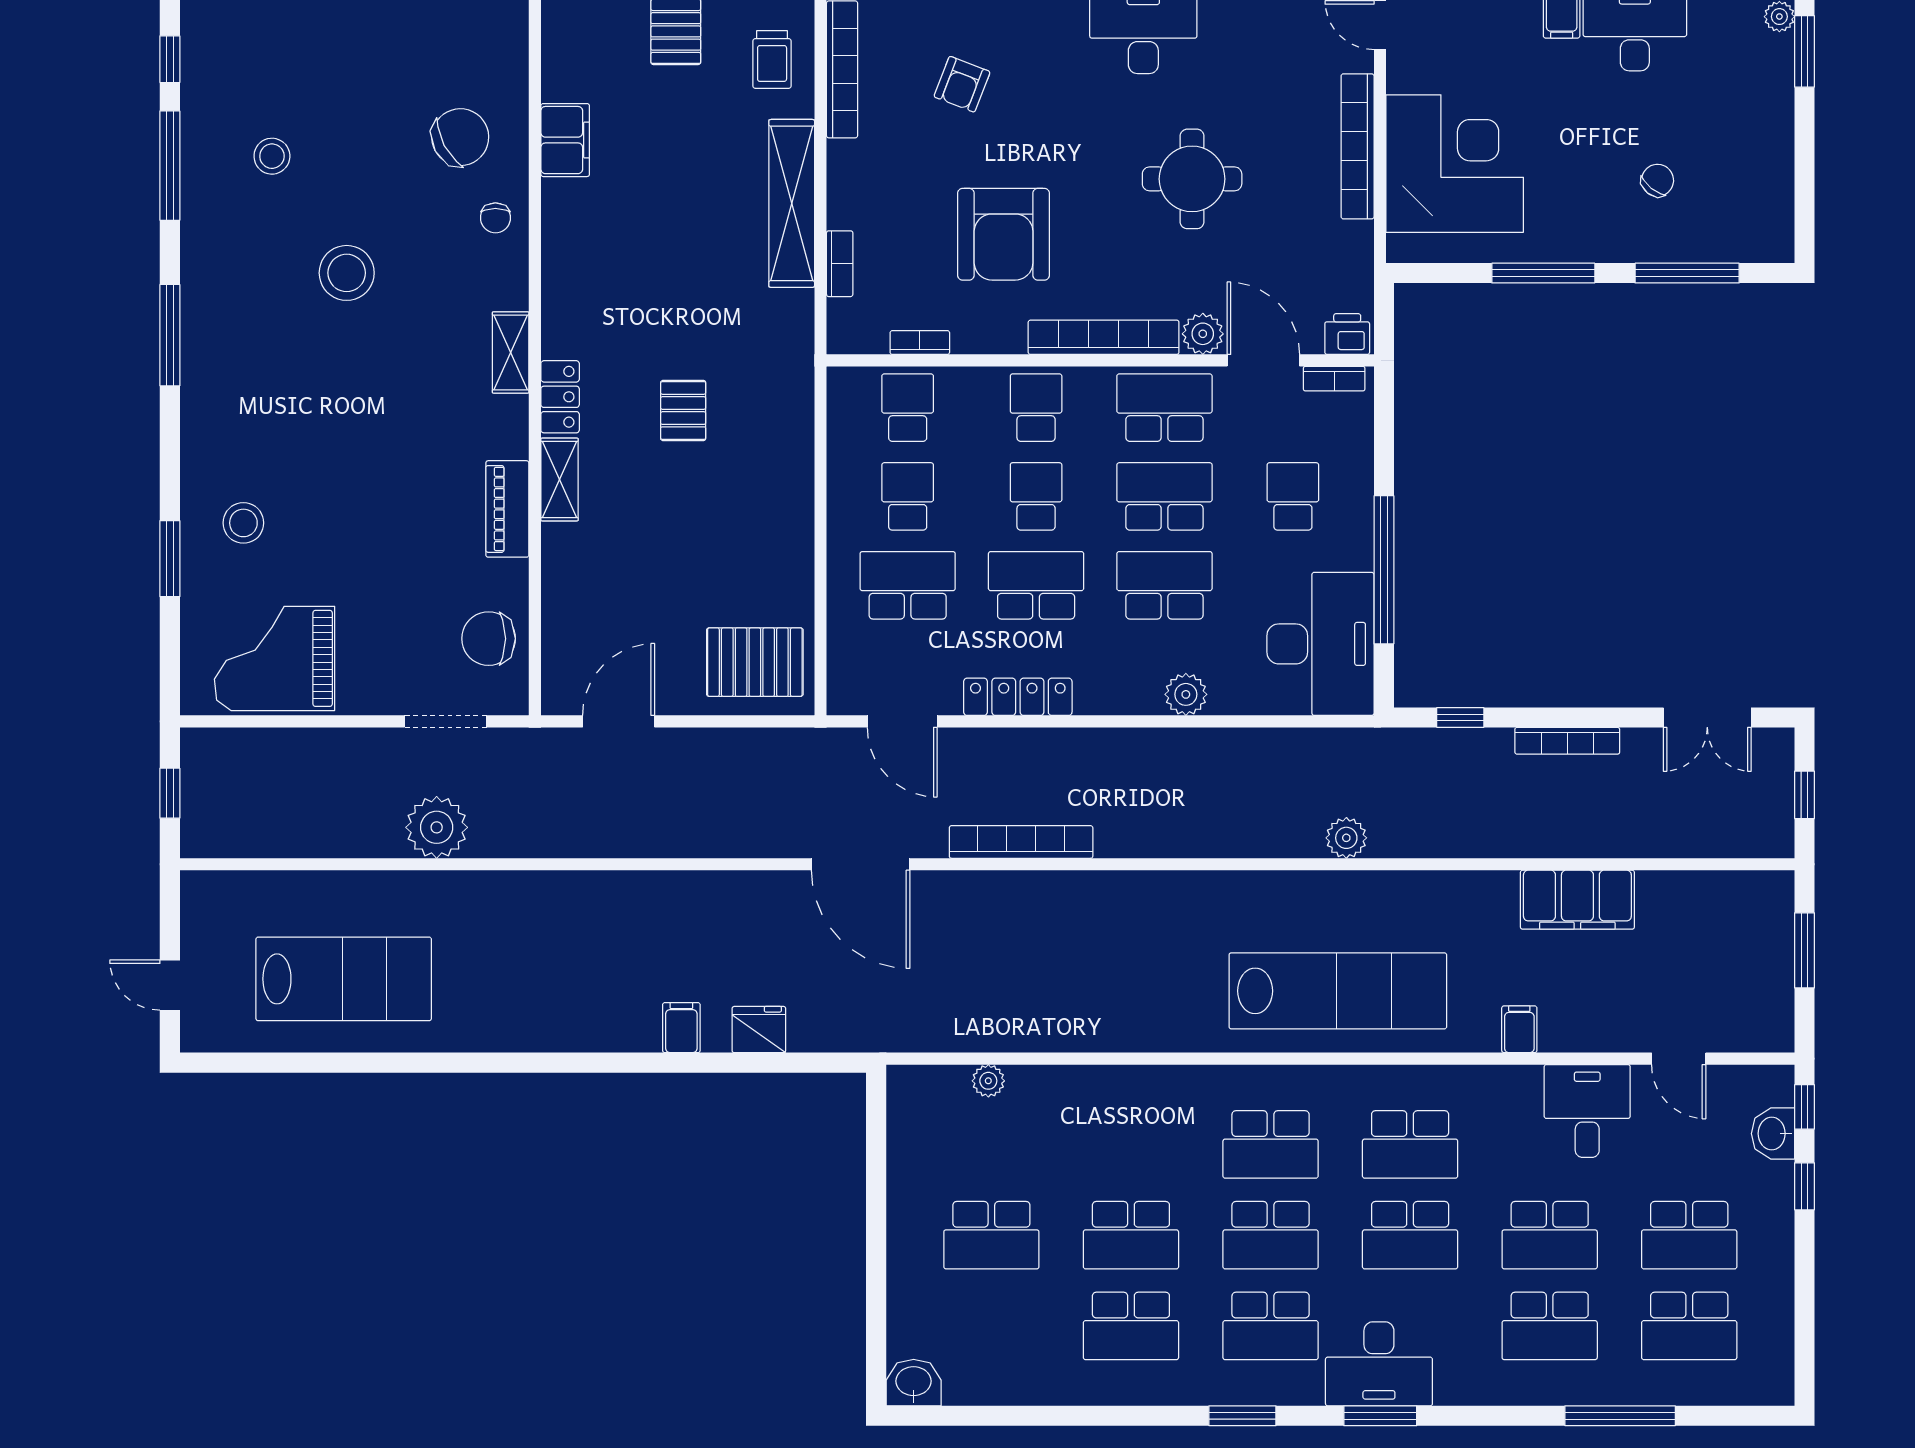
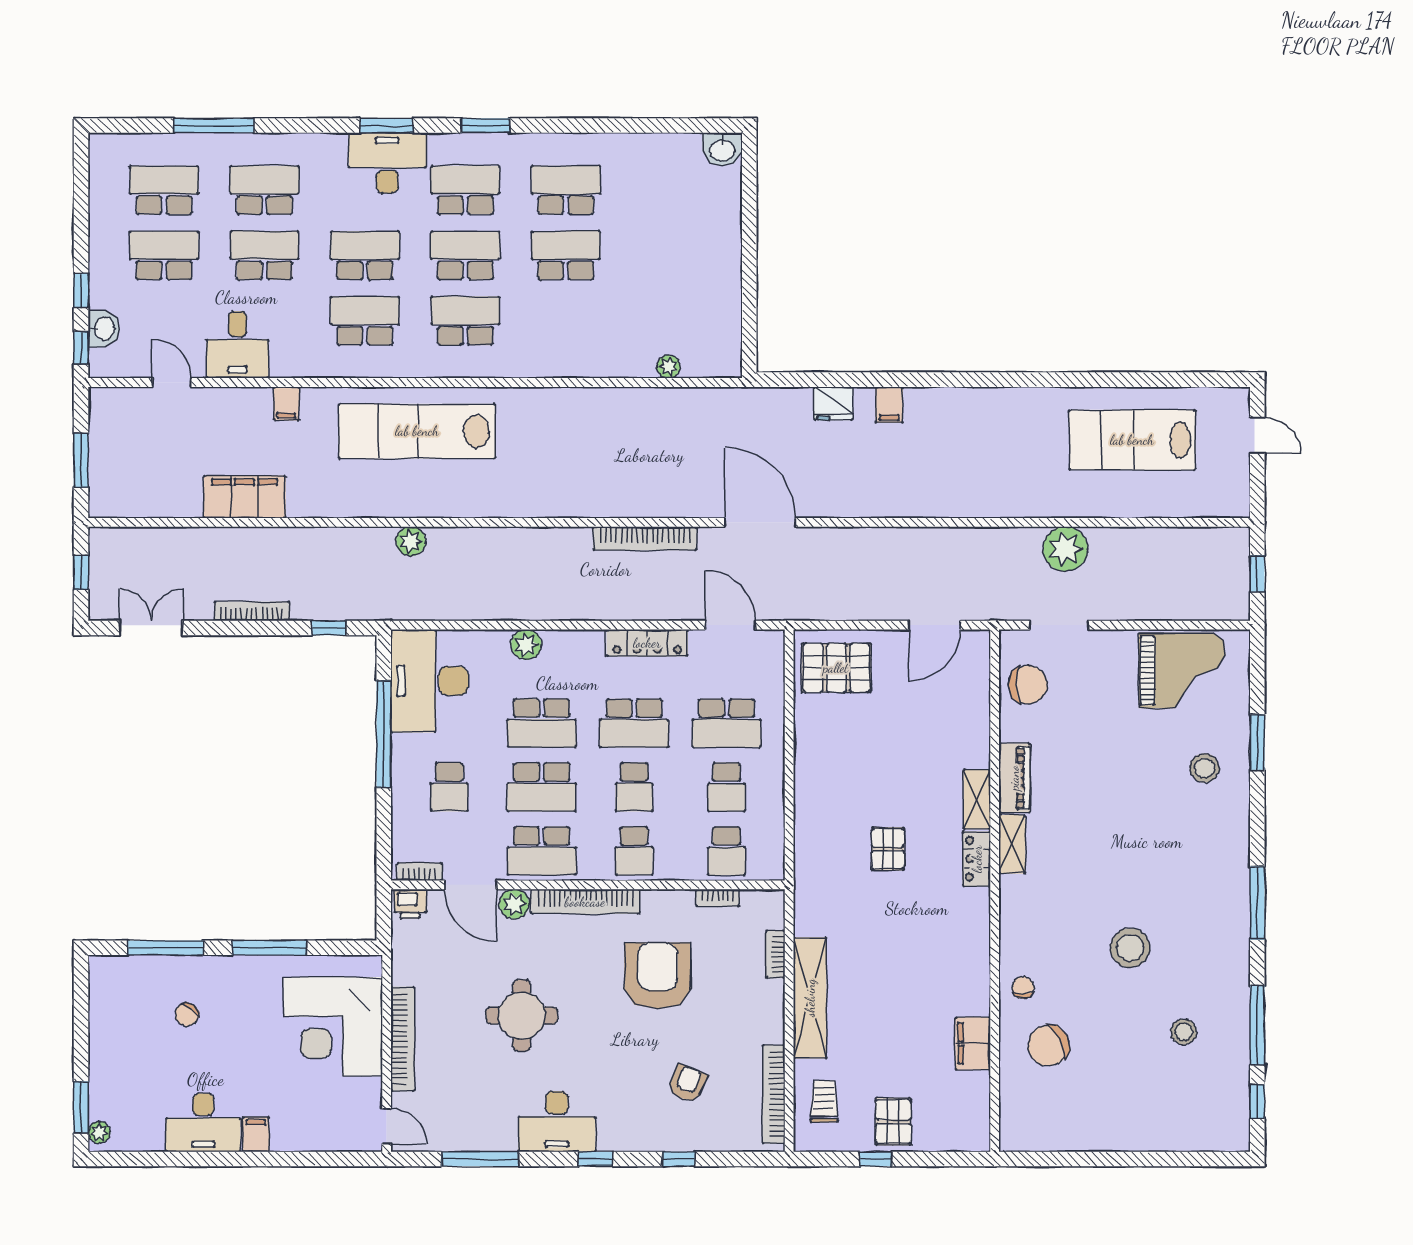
shelving: (511, 352) -> (1012, 844), moved
school desk: (991, 1235) -> (666, 255), removed

